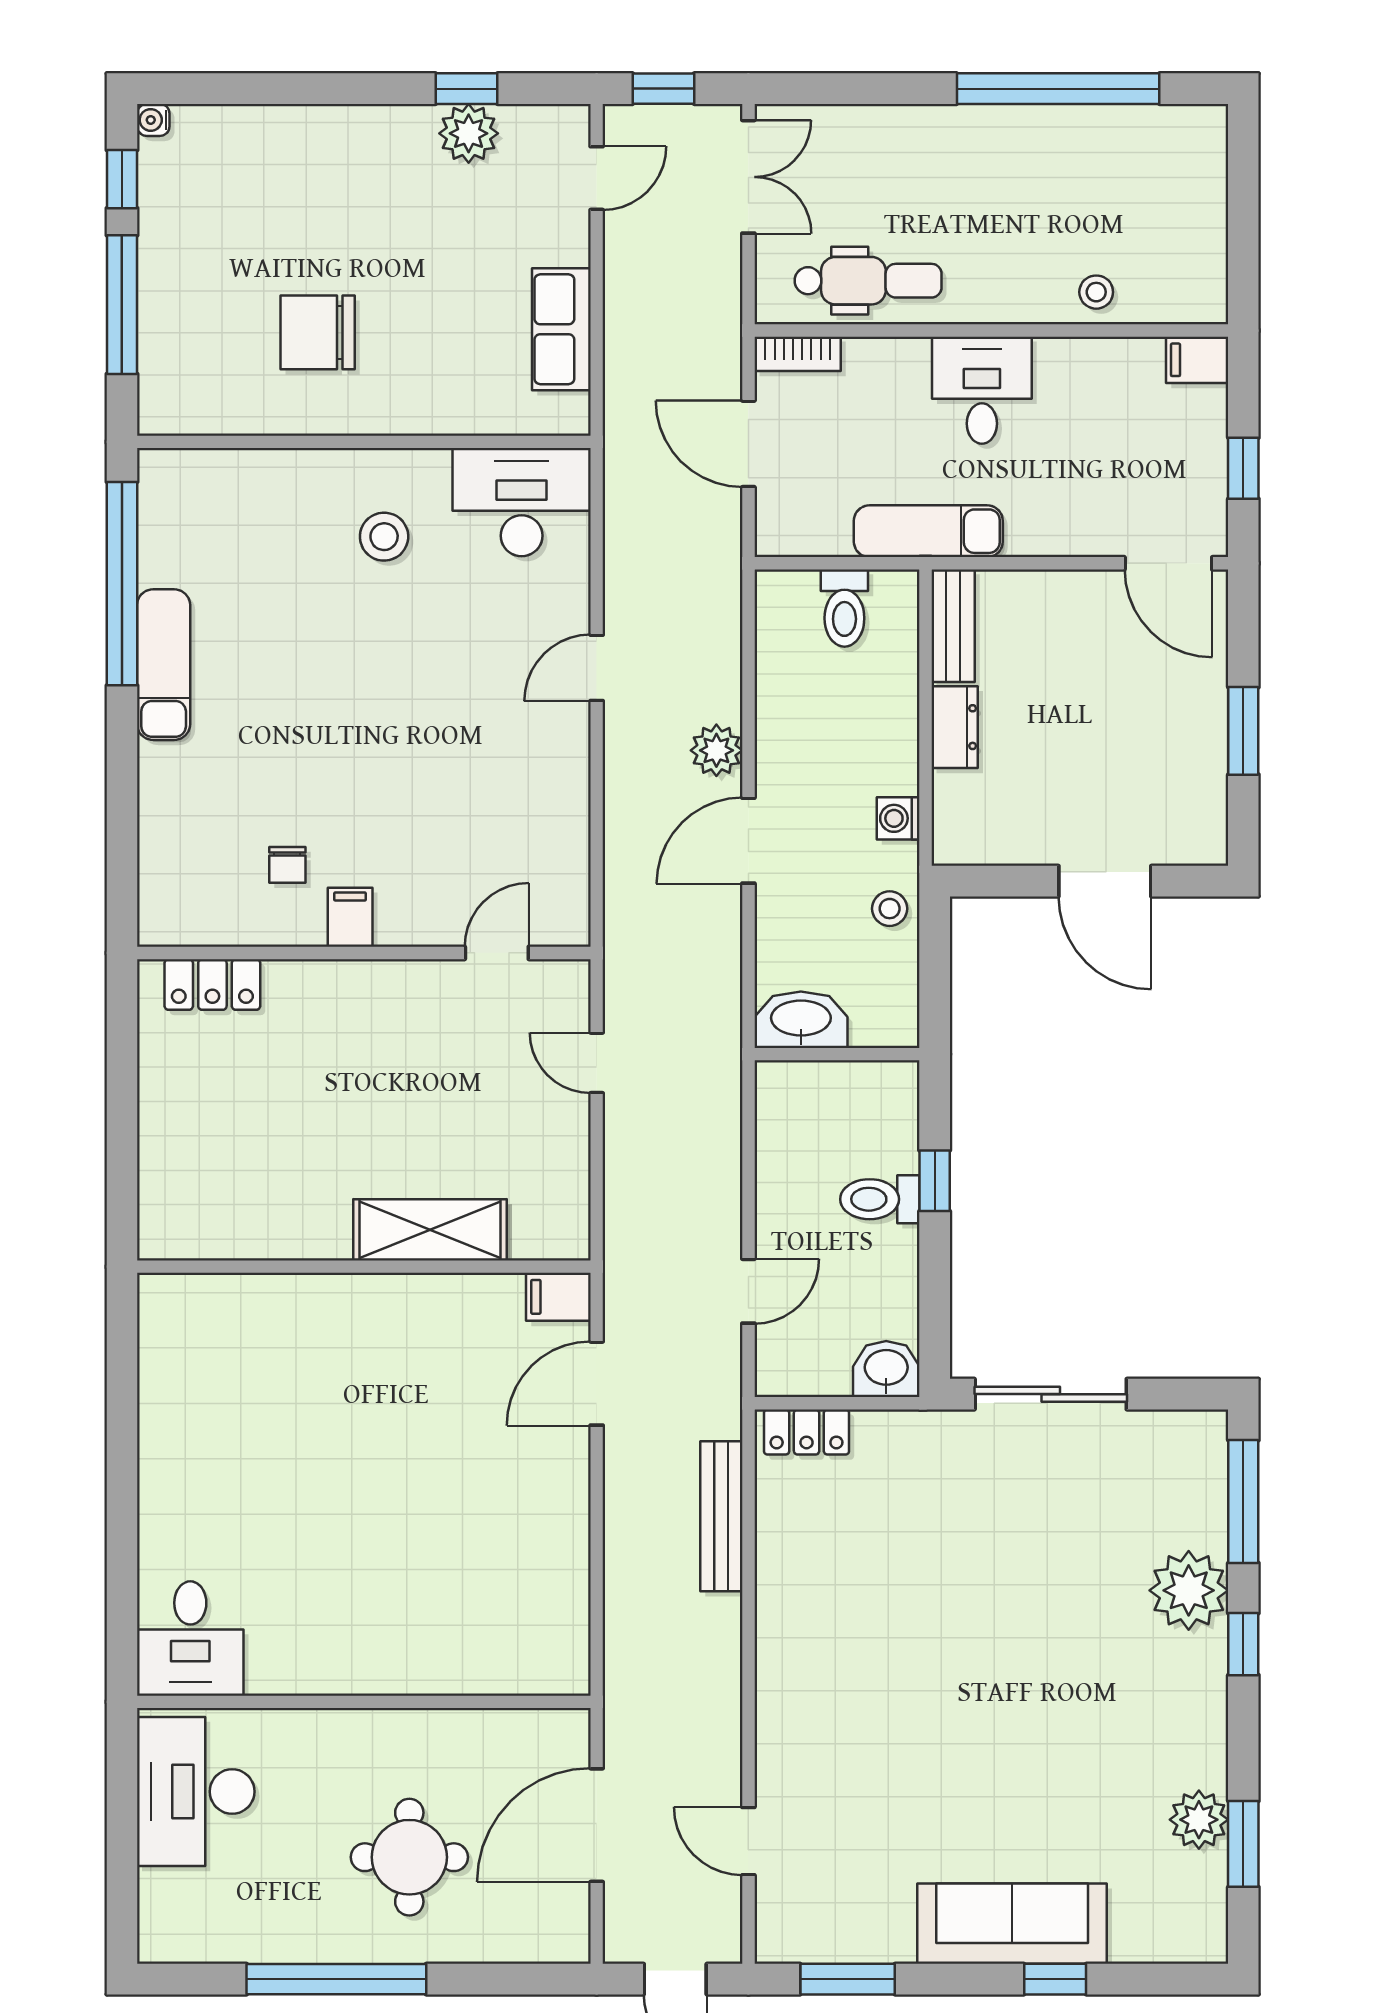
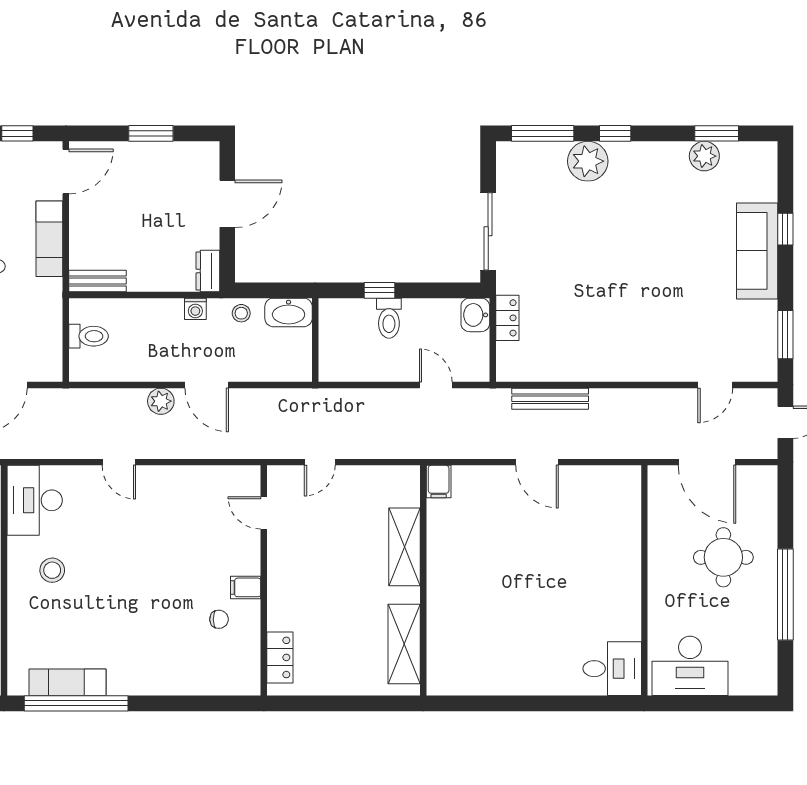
exam couch: (928, 531) -> (49, 239), moved
exam couch: (164, 665) -> (68, 682), moved
dresser: (955, 727) -> (208, 271), moved, turned -90
washbasin: (801, 1020) -> (289, 312), moved, turned -90
shelving: (239, 1229) -> (404, 644), added
door: (597, 1384) -> (537, 462), moved
locker: (807, 1432) -> (507, 318), moved

